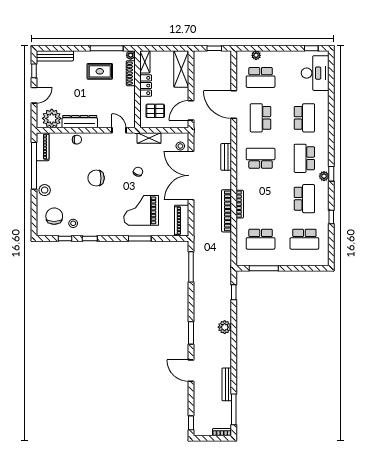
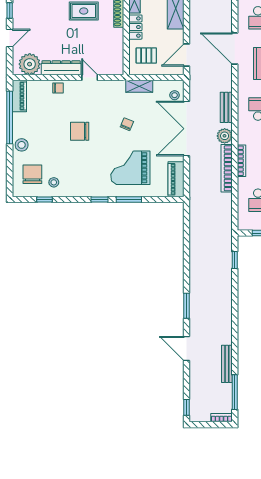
door: (119, 130) -> (90, 78), moved
window: (90, 239) -> (99, 199), moved
window: (191, 267) -> (187, 231), removed
plant: (225, 327) -> (225, 136), moved

